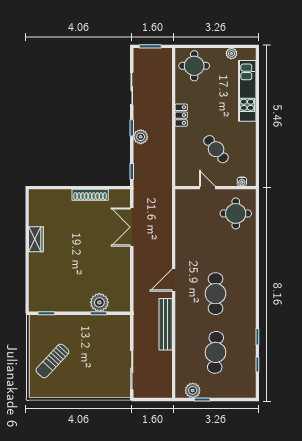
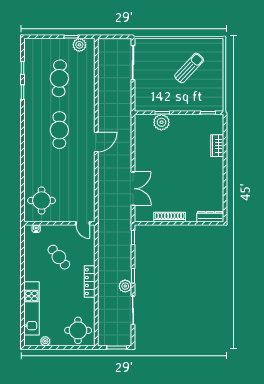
locker: (181, 115) -> (90, 282), width x1.53
plant: (141, 137) -> (125, 286), moved
door: (207, 188) -> (83, 223), moved
dresser: (44, 195) -> (210, 217), added
wardrobe: (36, 239) -> (217, 146), moved
bench: (166, 324) -> (103, 103), removed
sun lounger: (52, 361) -> (189, 68), moved

